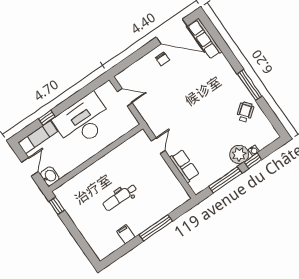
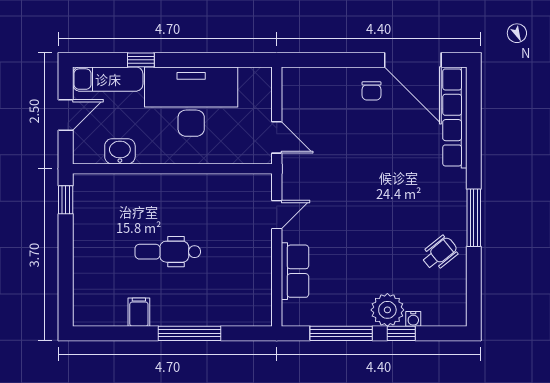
row of seats: (205, 39) -> (455, 117), width x1.36
door: (125, 97) -> (277, 137), moved
washbasin: (50, 176) -> (120, 151), moved, turned -90

